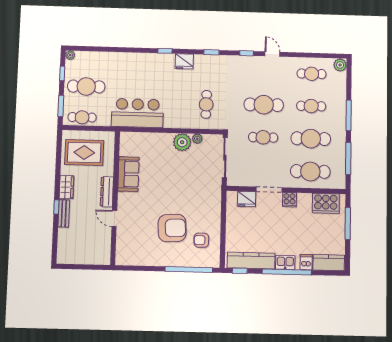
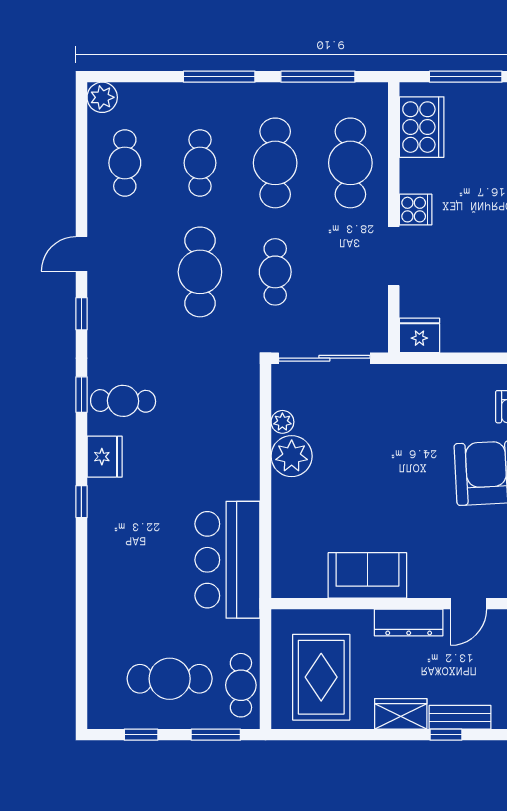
plant: (70, 55) -> (98, 718), removed
cafe table: (86, 86) -> (170, 679), turned 90
cafe table: (206, 104) -> (123, 401), moved
fridge: (247, 199) -> (419, 335), moved, turned -90

